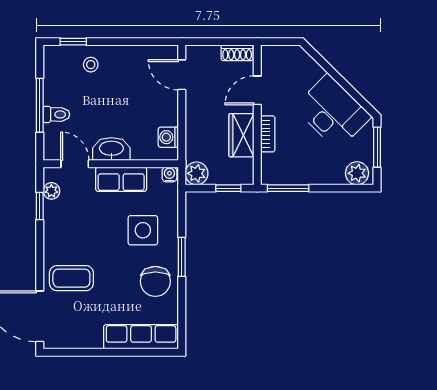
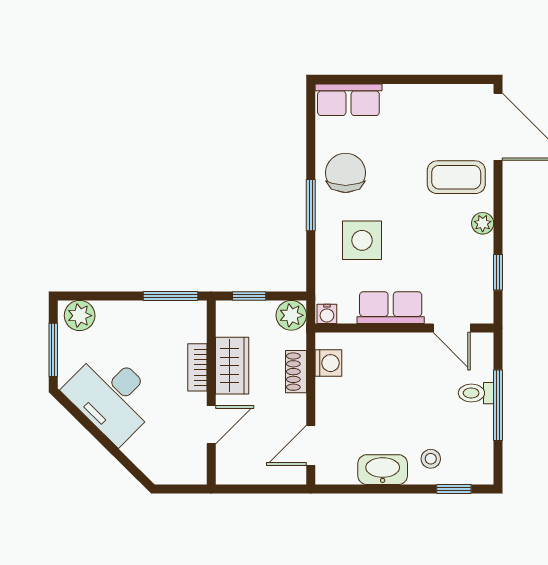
shoe rack: (237, 53) -> (296, 372), moved, turned -90
door: (182, 75) -> (311, 445), swing flipped
washbasin: (111, 149) -> (383, 470), moved, turned 180
plant: (51, 191) -> (483, 223), moved
row of seats: (141, 337) -> (348, 100), width x0.68

